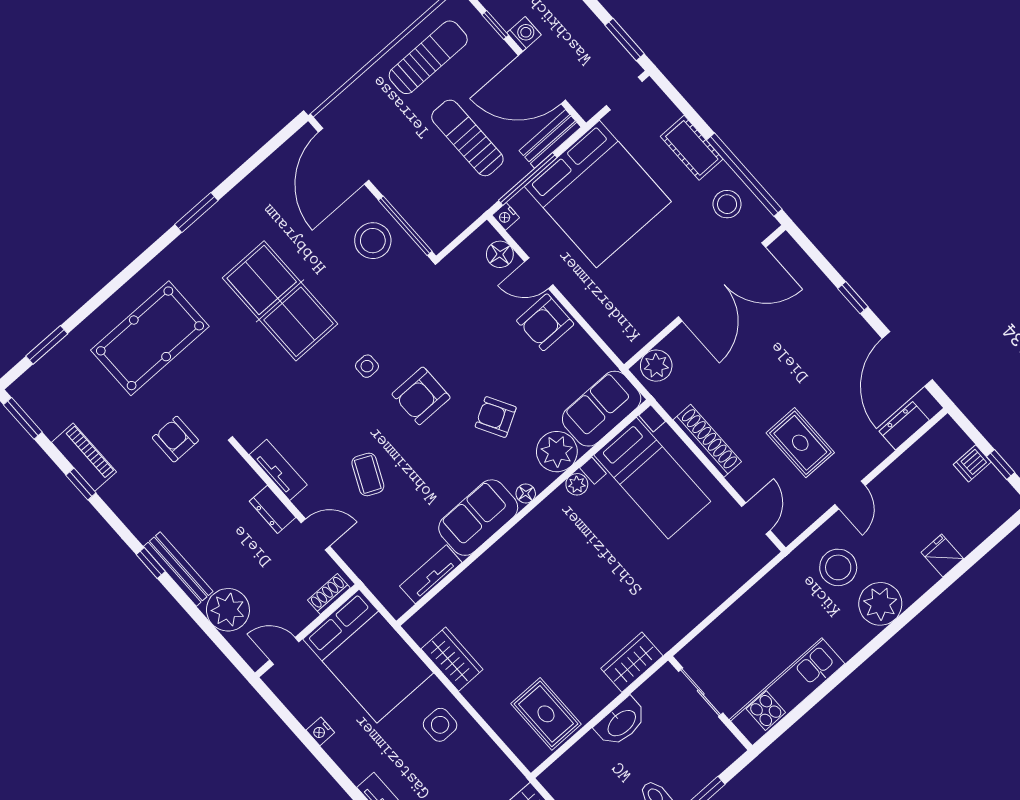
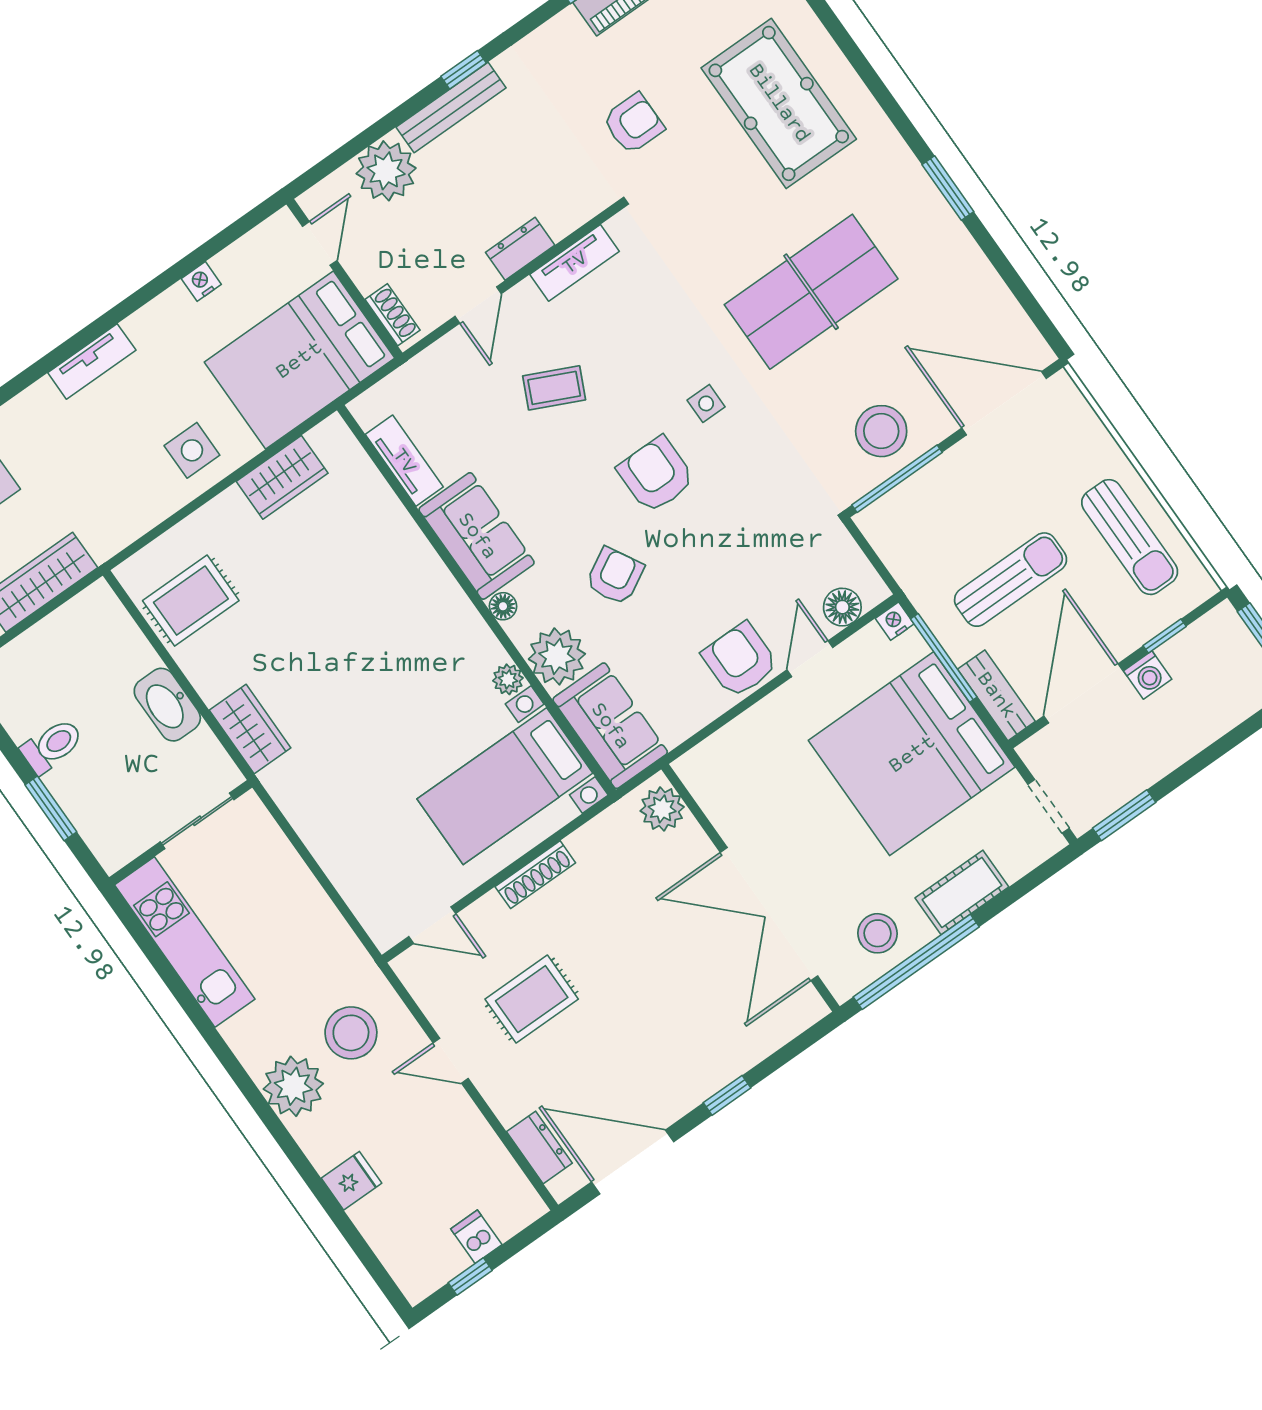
shoe rack: (707, 441) -> (535, 875), width x0.74, depth x0.81

